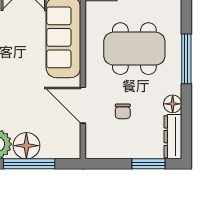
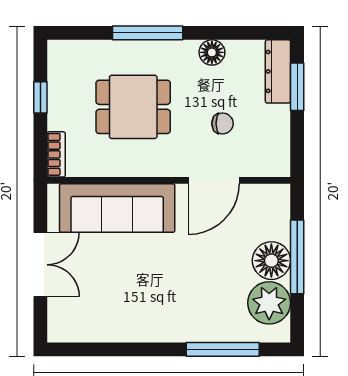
dining table: (134, 49) -> (133, 107), width x0.73
dresser: (173, 137) -> (278, 71), moved, turned 90

